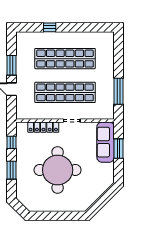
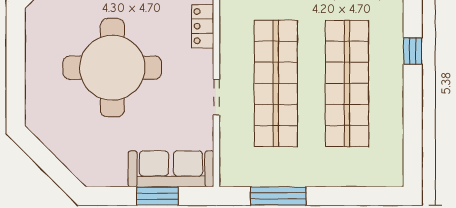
locker: (43, 127) -> (203, 26), width x0.66

